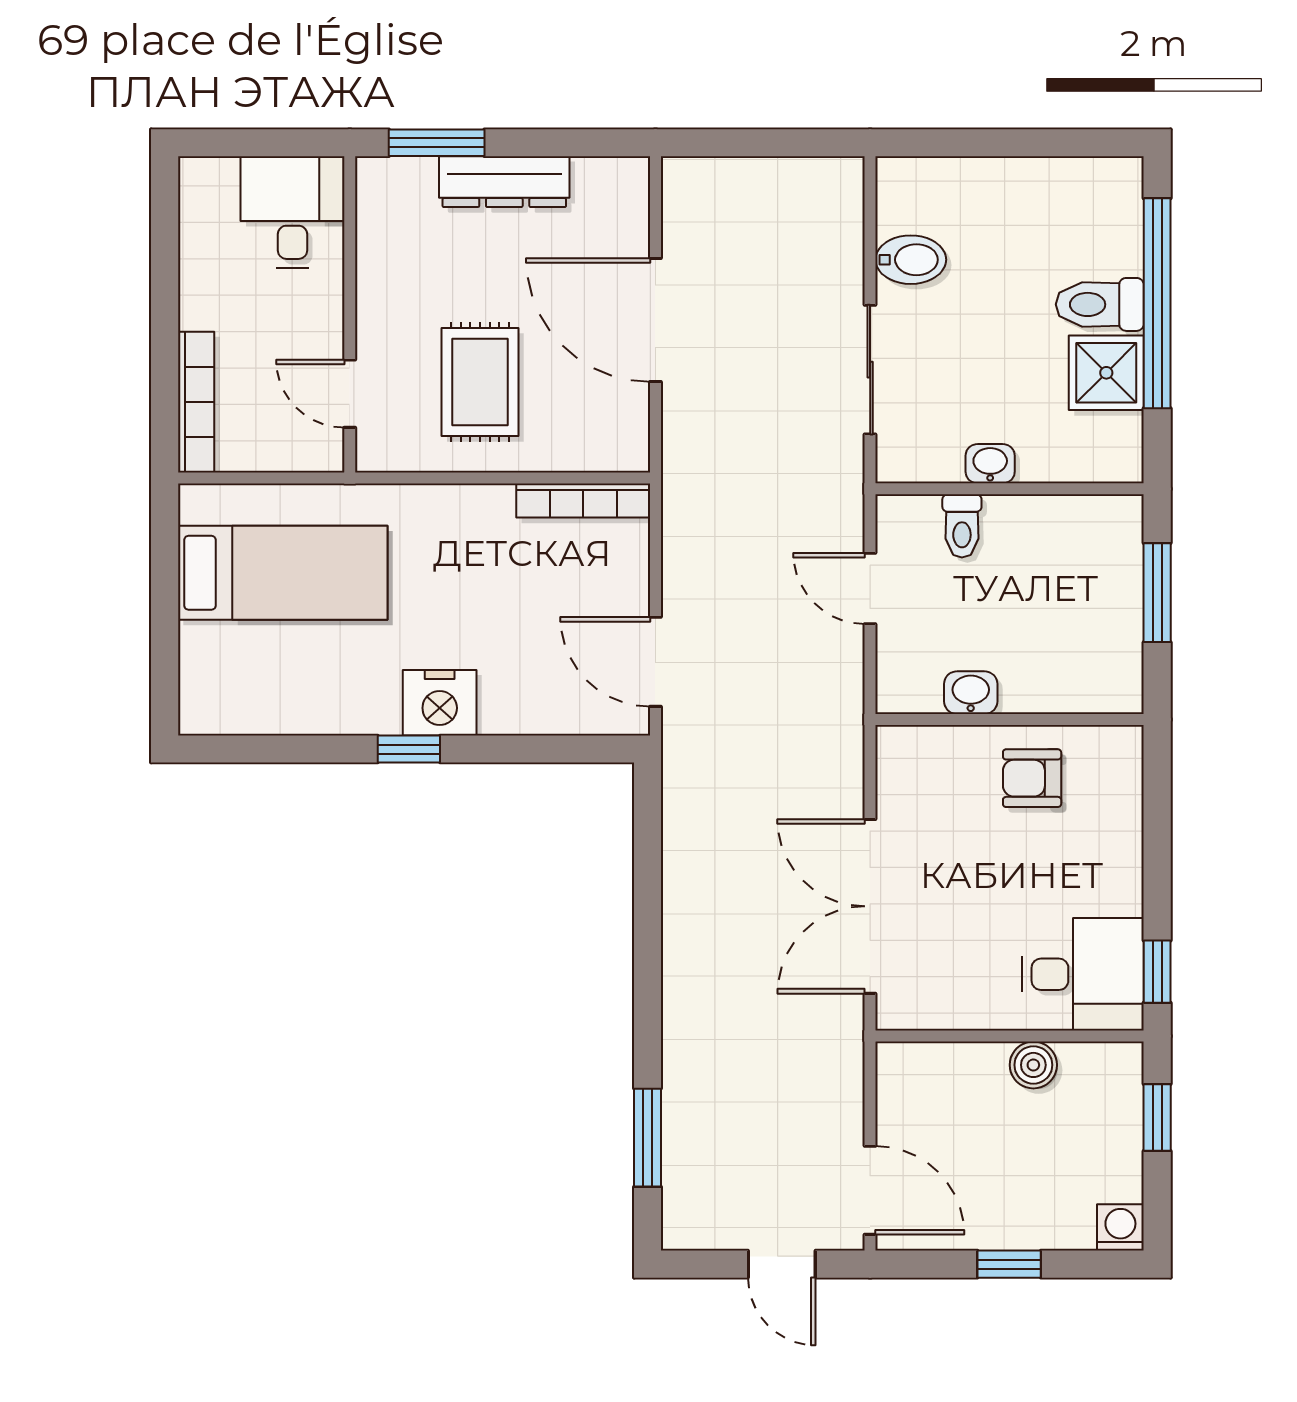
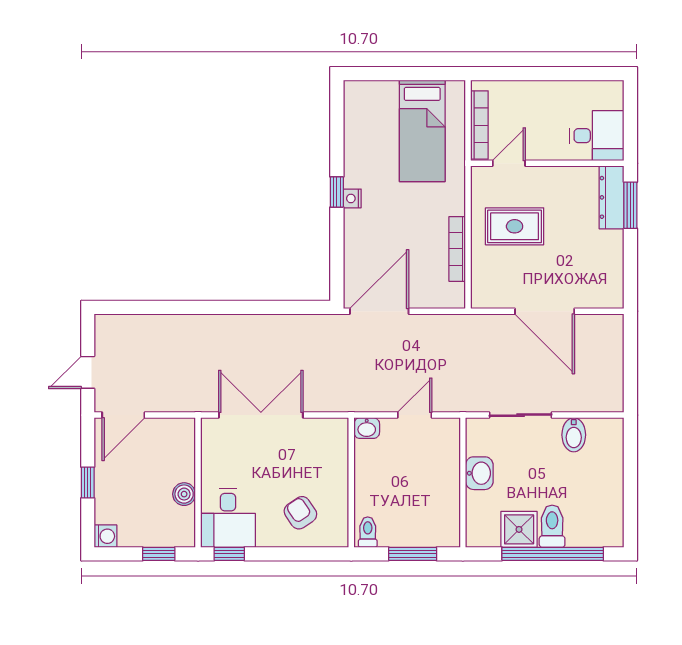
dresser: (504, 182) -> (611, 197), moved
door: (655, 320) -> (545, 311), swing flipped
bookcase: (196, 402) -> (479, 125), moved, turned -90
washbasin: (990, 464) -> (479, 473), width x1.38, depth x1.45
bookcase: (583, 501) -> (457, 249), moved
toilet: (962, 526) -> (368, 532), moved, turned 90
door: (655, 662) -> (379, 311), width x1.36
washbasin: (971, 693) -> (367, 428), moved, turned 90
nightstand: (440, 703) -> (352, 198), width x0.53, depth x0.56
armchair: (1032, 778) -> (300, 513), moved, turned -34
window: (647, 1138) -> (149, 307), removed

